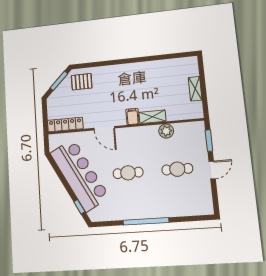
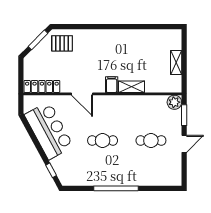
plant: (166, 131) -> (174, 102), moved
bar counter: (80, 175) -> (49, 131), width x0.73

